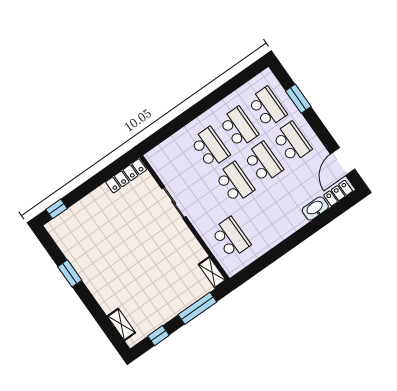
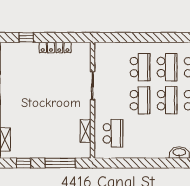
locker: (126, 176) -> (55, 47), moved
window: (57, 209) -> (26, 37), moved
shelving: (212, 272) -> (86, 131), moved

